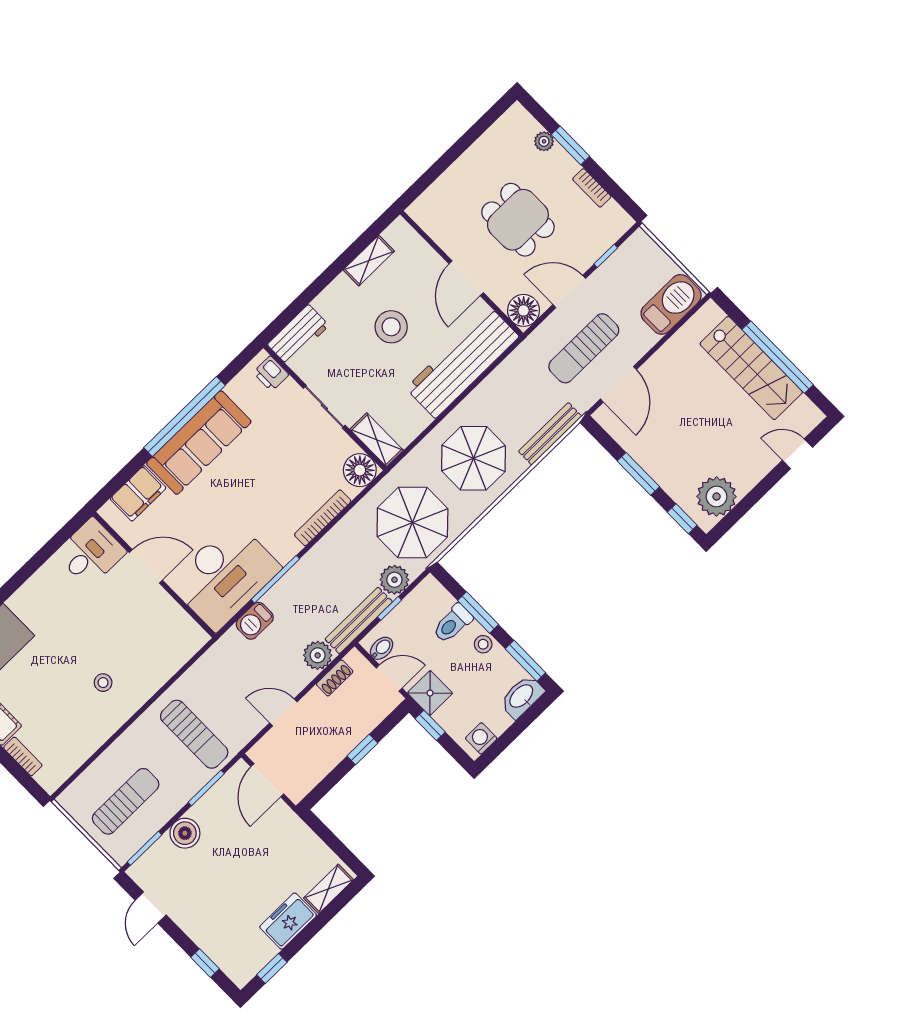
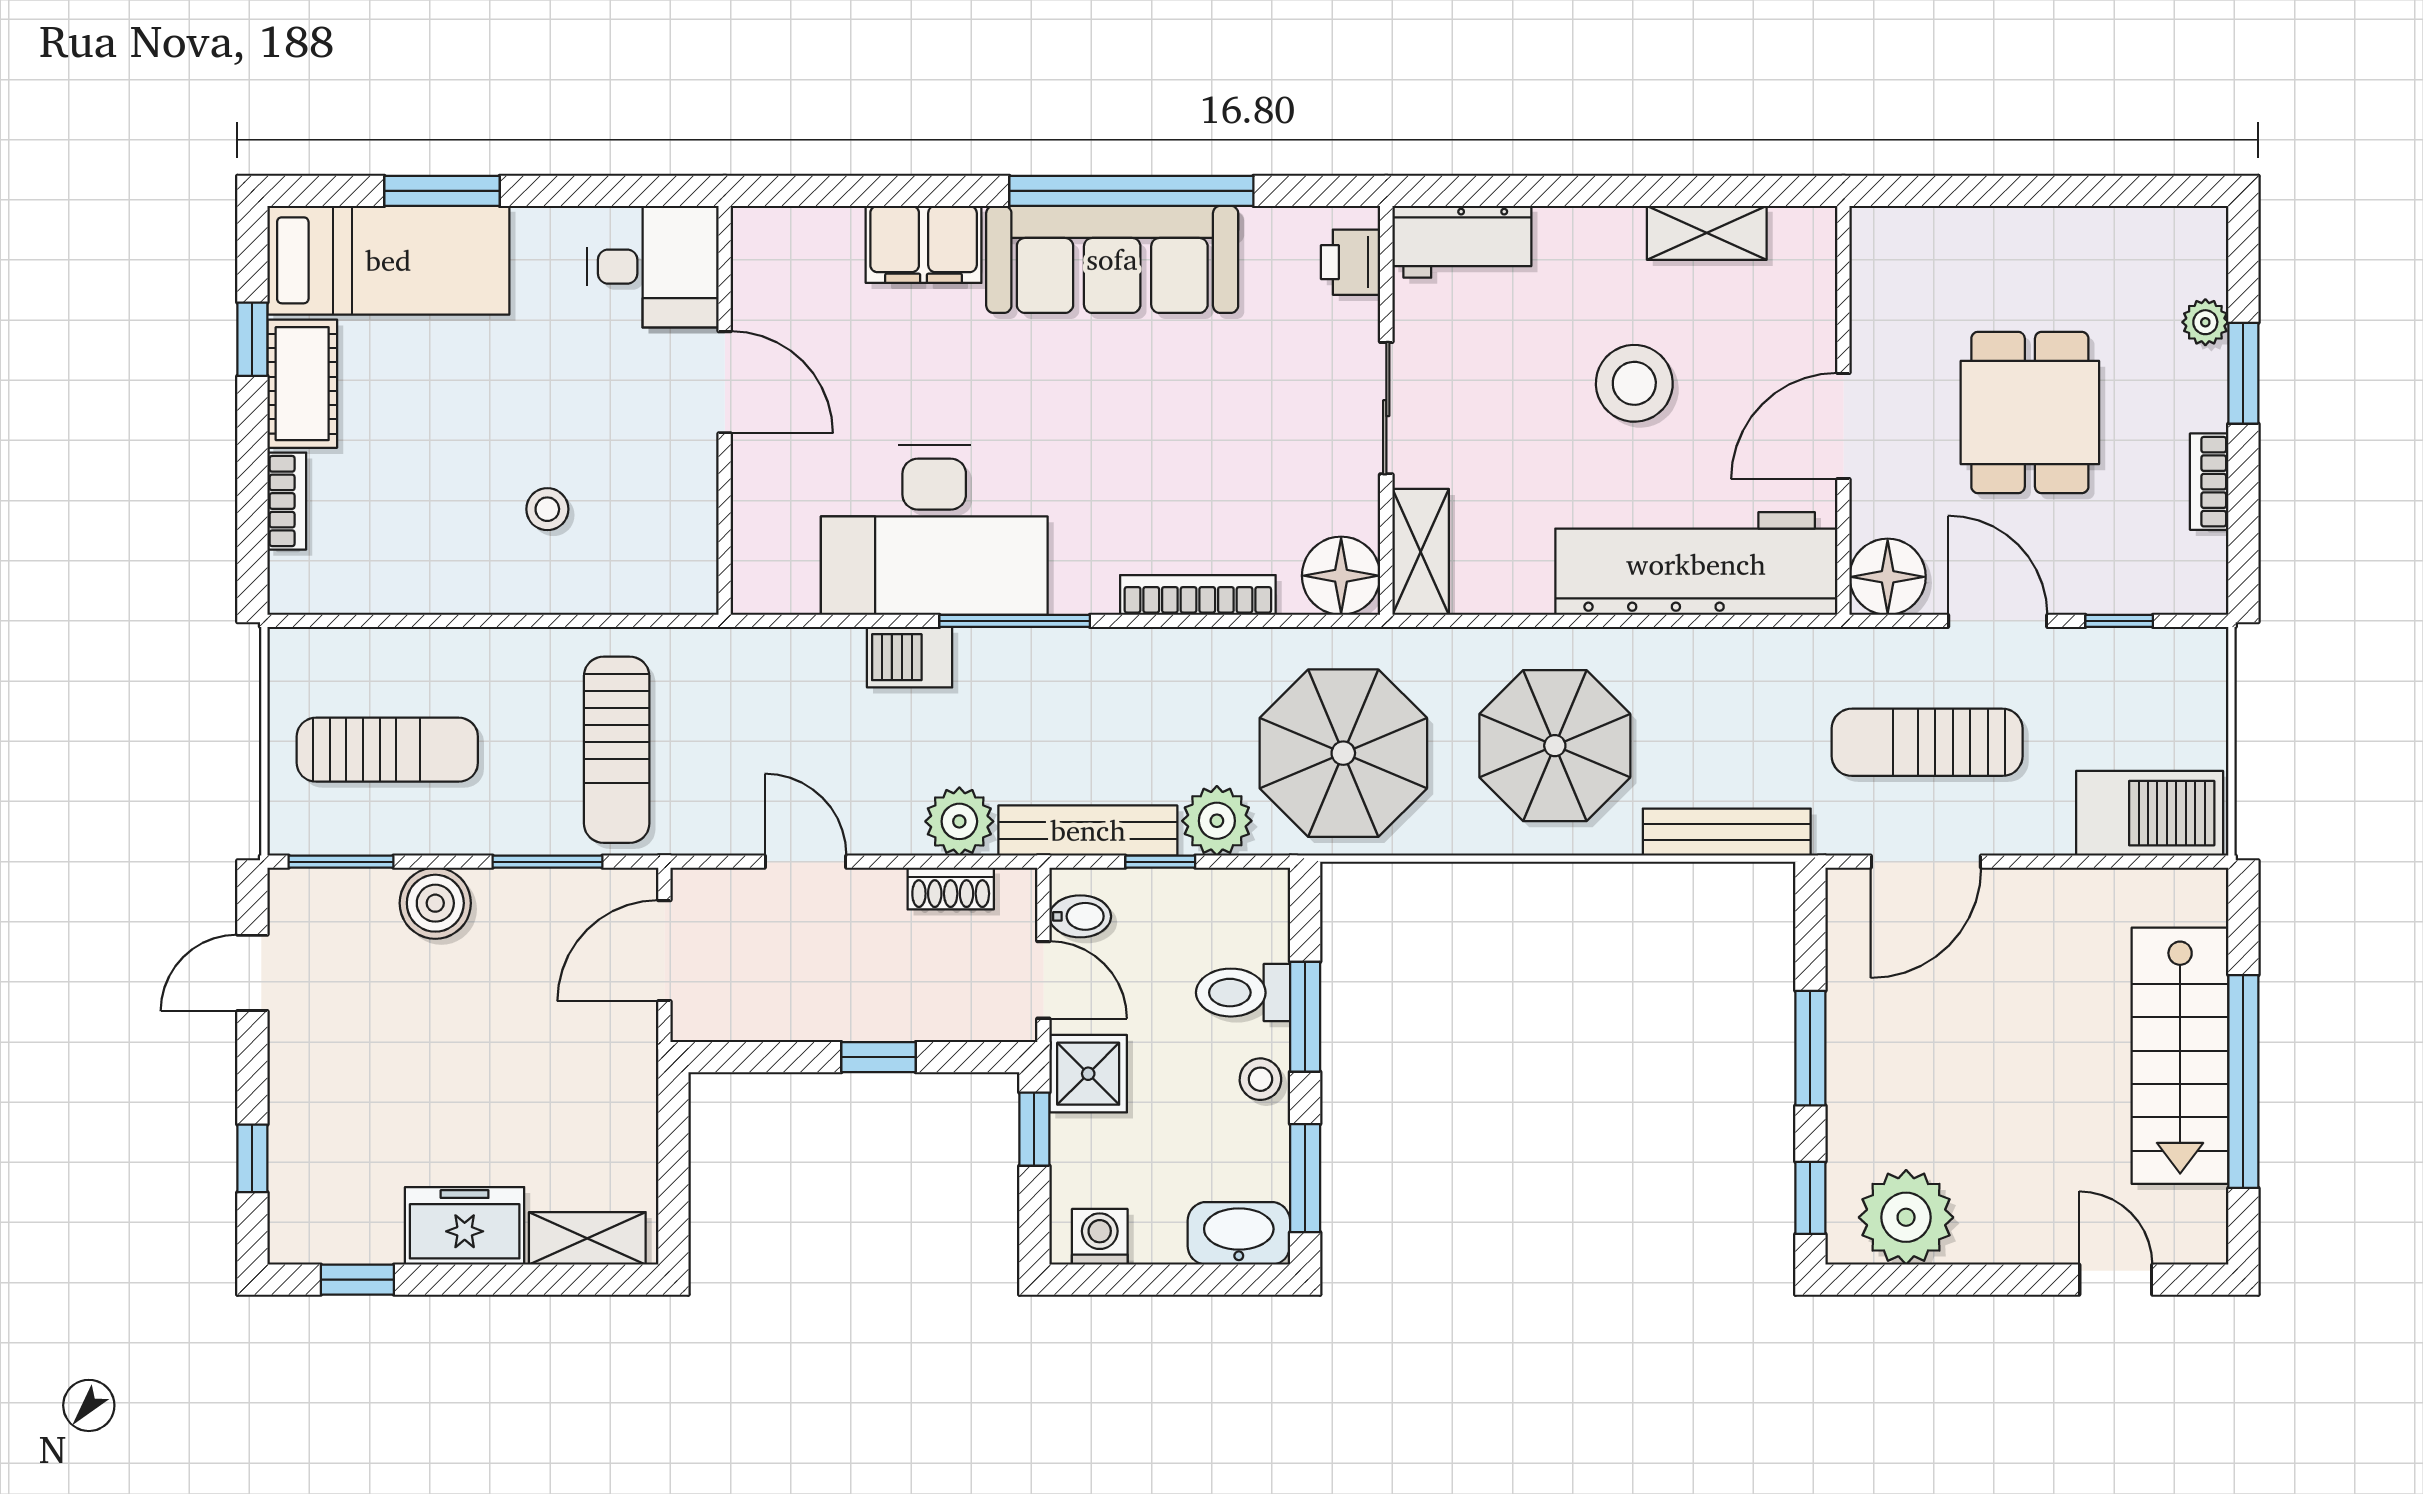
desk: (91, 553) -> (653, 267), moved
door: (146, 566) -> (725, 382), moved
wall: (154, 575) -> (725, 410), moved

